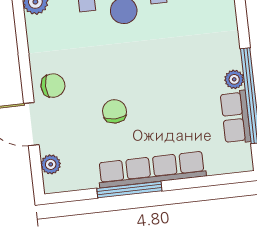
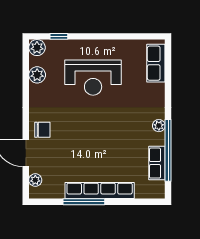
plant: (234, 79) -> (159, 126), moved
chair: (114, 111) -> (80, 151), removed

